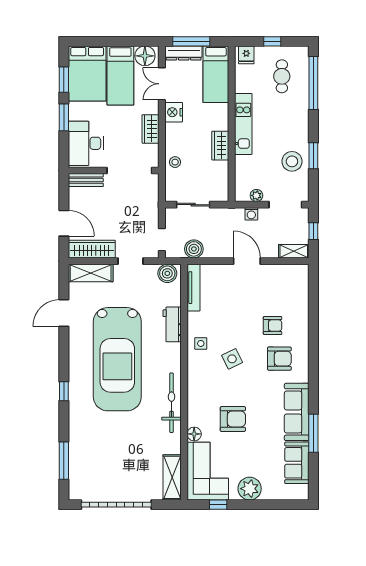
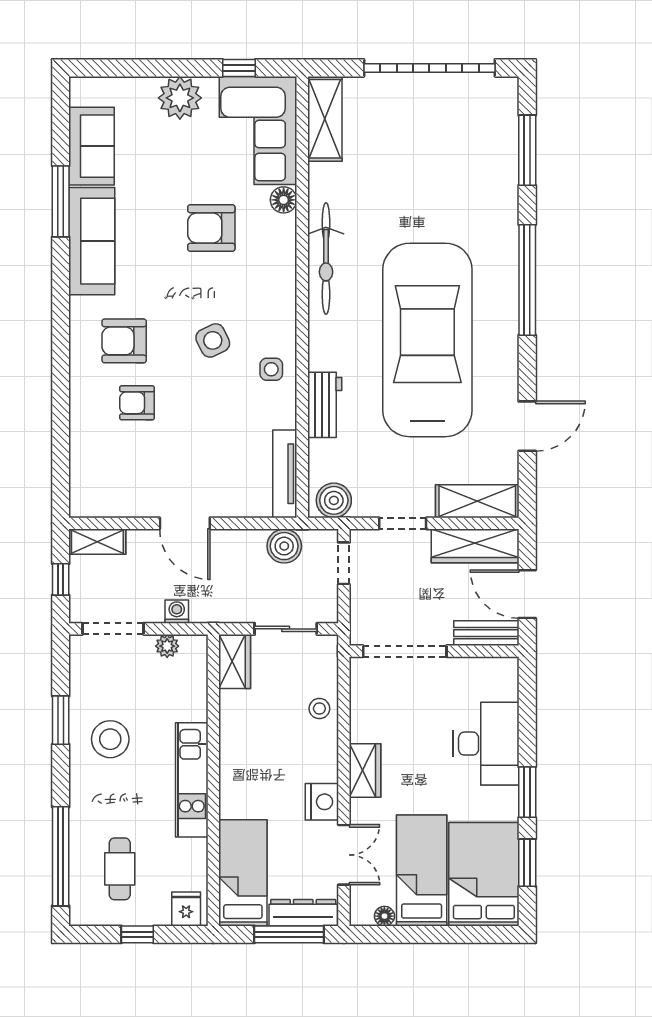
floor lamp: (145, 56) -> (384, 916), width x0.53, depth x0.53
wardrobe: (220, 146) -> (235, 662), moved
stool: (292, 161) -> (110, 739), moved
wall: (114, 170) -> (434, 651), moved
doorway: (129, 170) -> (405, 651), moved
bench: (86, 180) -> (486, 633), moved
window: (64, 391) -> (527, 280), width x3.17

